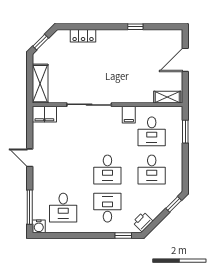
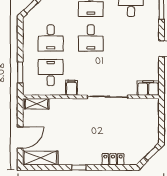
window: (135, 27) -> (79, 167), moved
shelving: (40, 84) -> (40, 158), moved, turned 90
desk: (107, 170) -> (91, 38), turned 180
desk: (152, 170) -> (51, 38), turned 180

